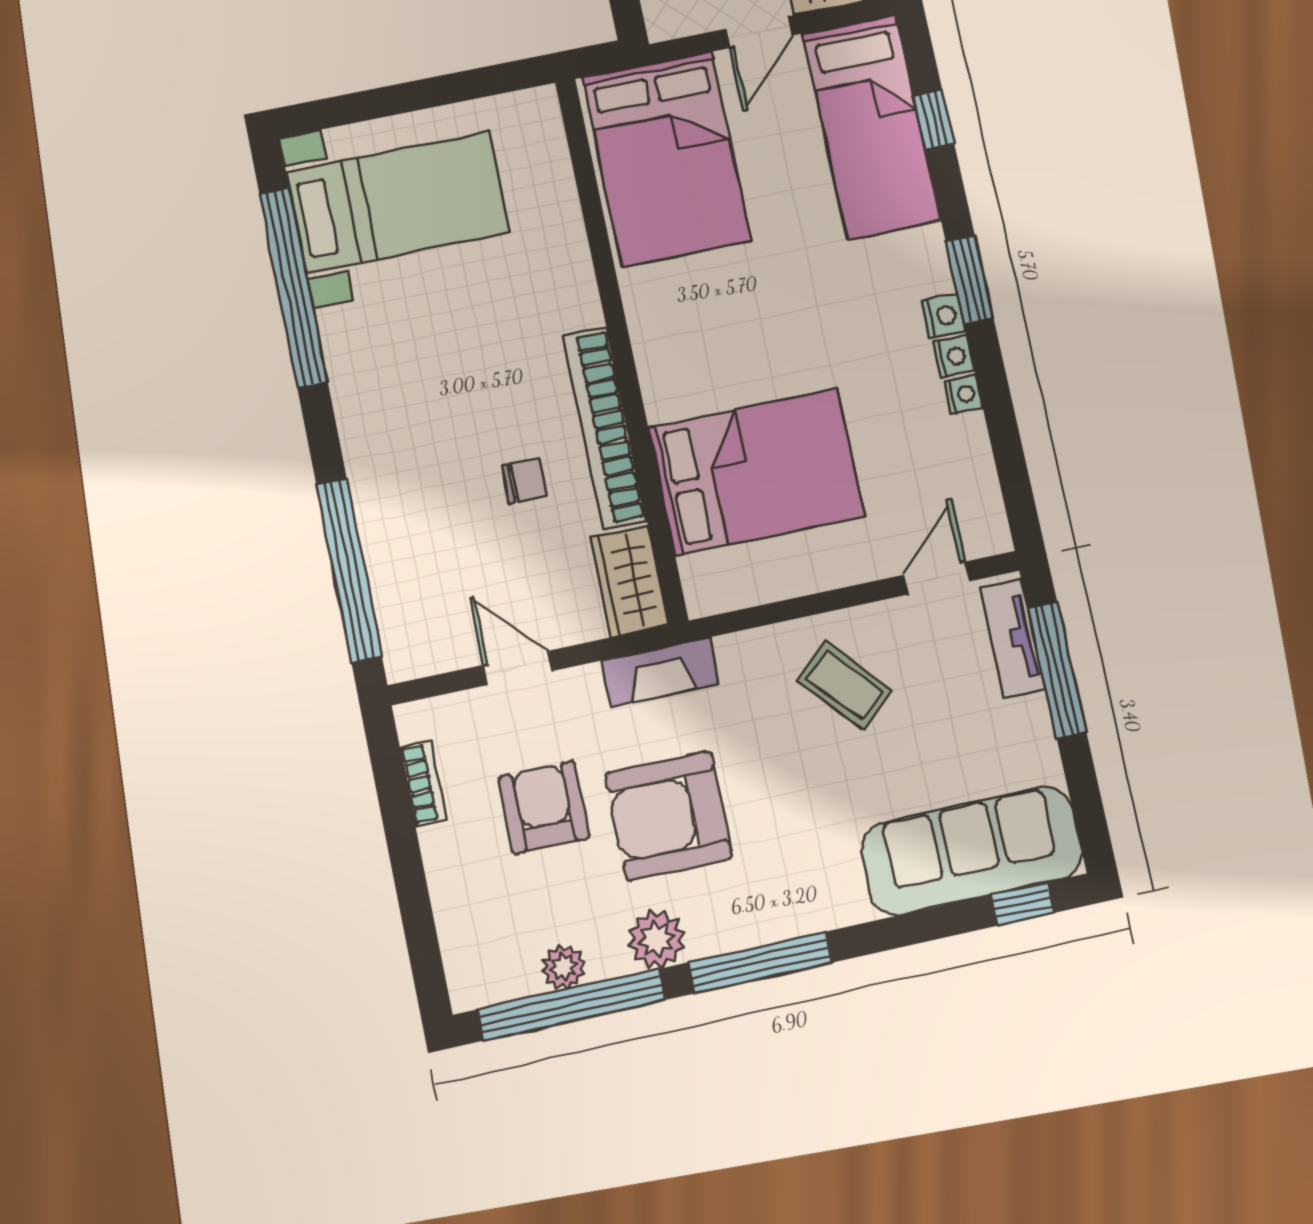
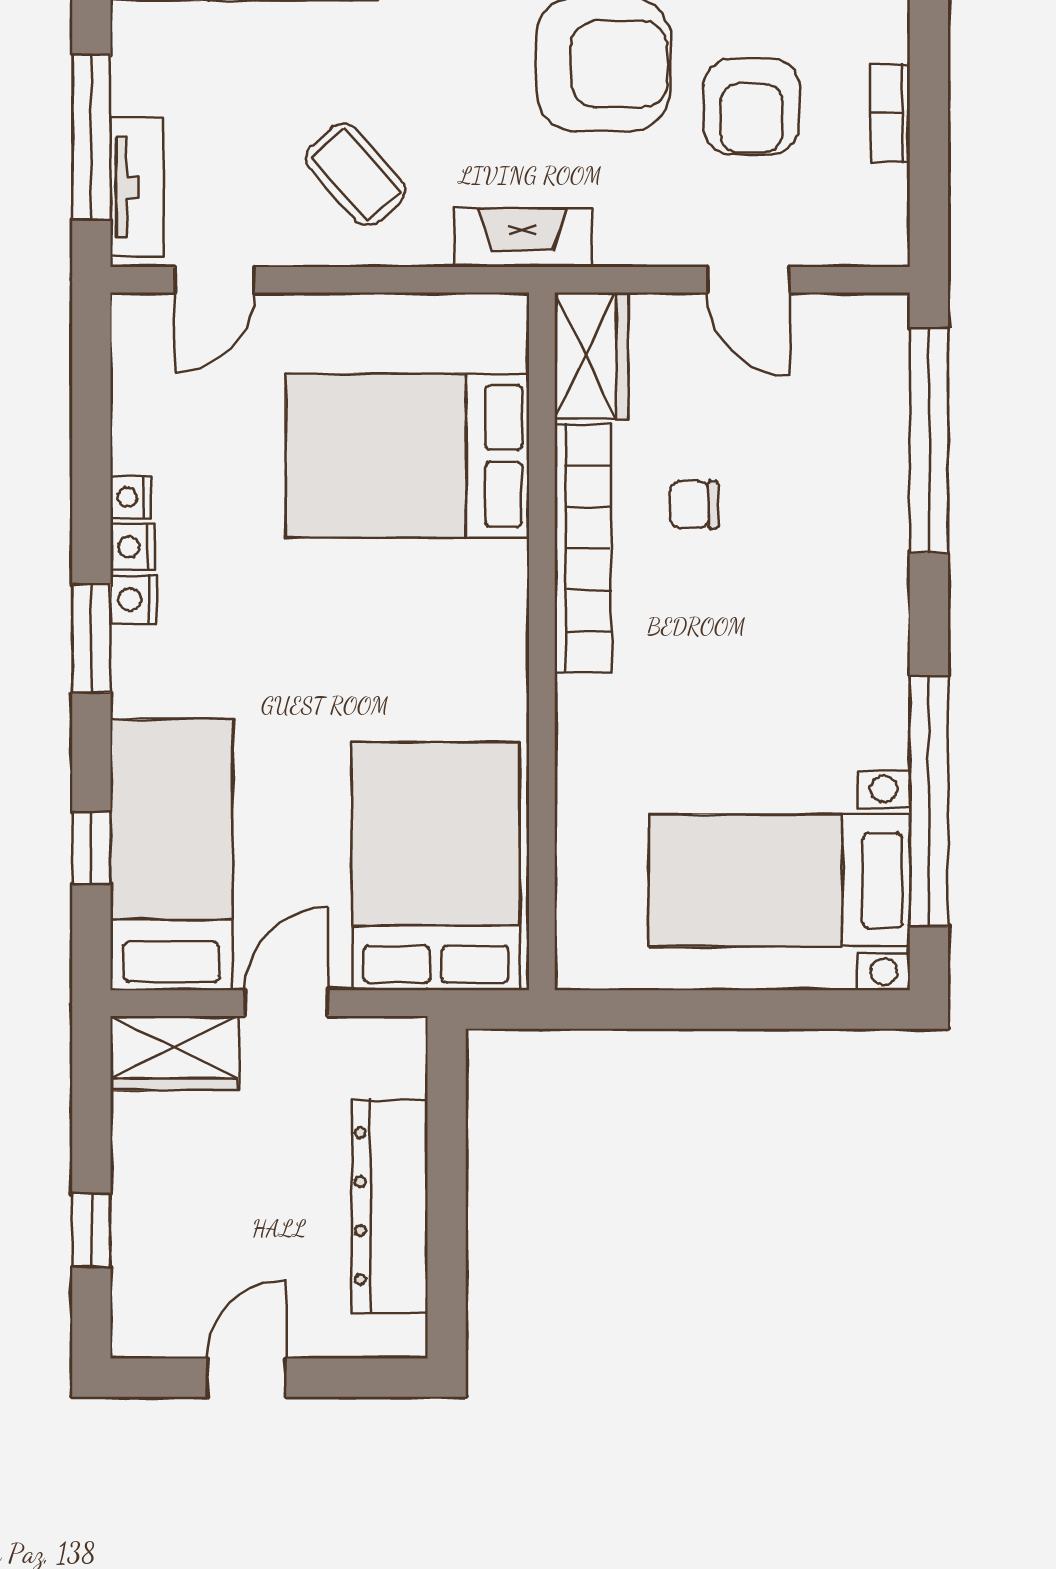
fireplace: (660, 672) -> (523, 238), moved
bookcase: (423, 783) -> (890, 113), moved

